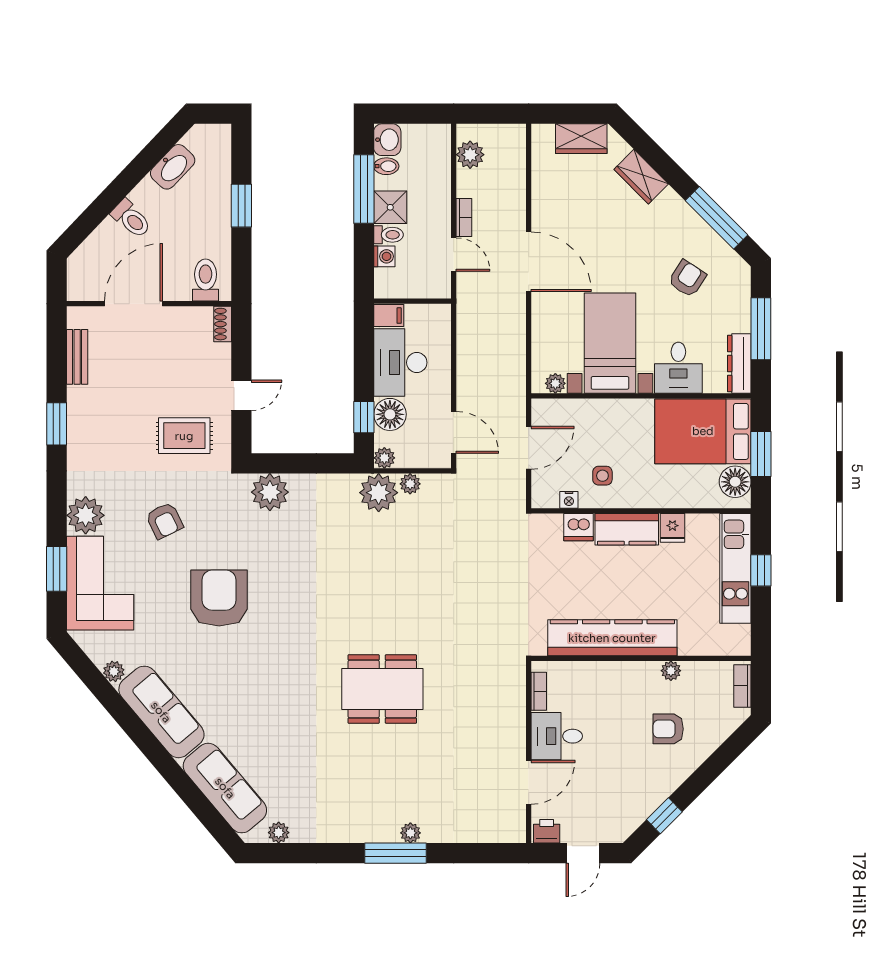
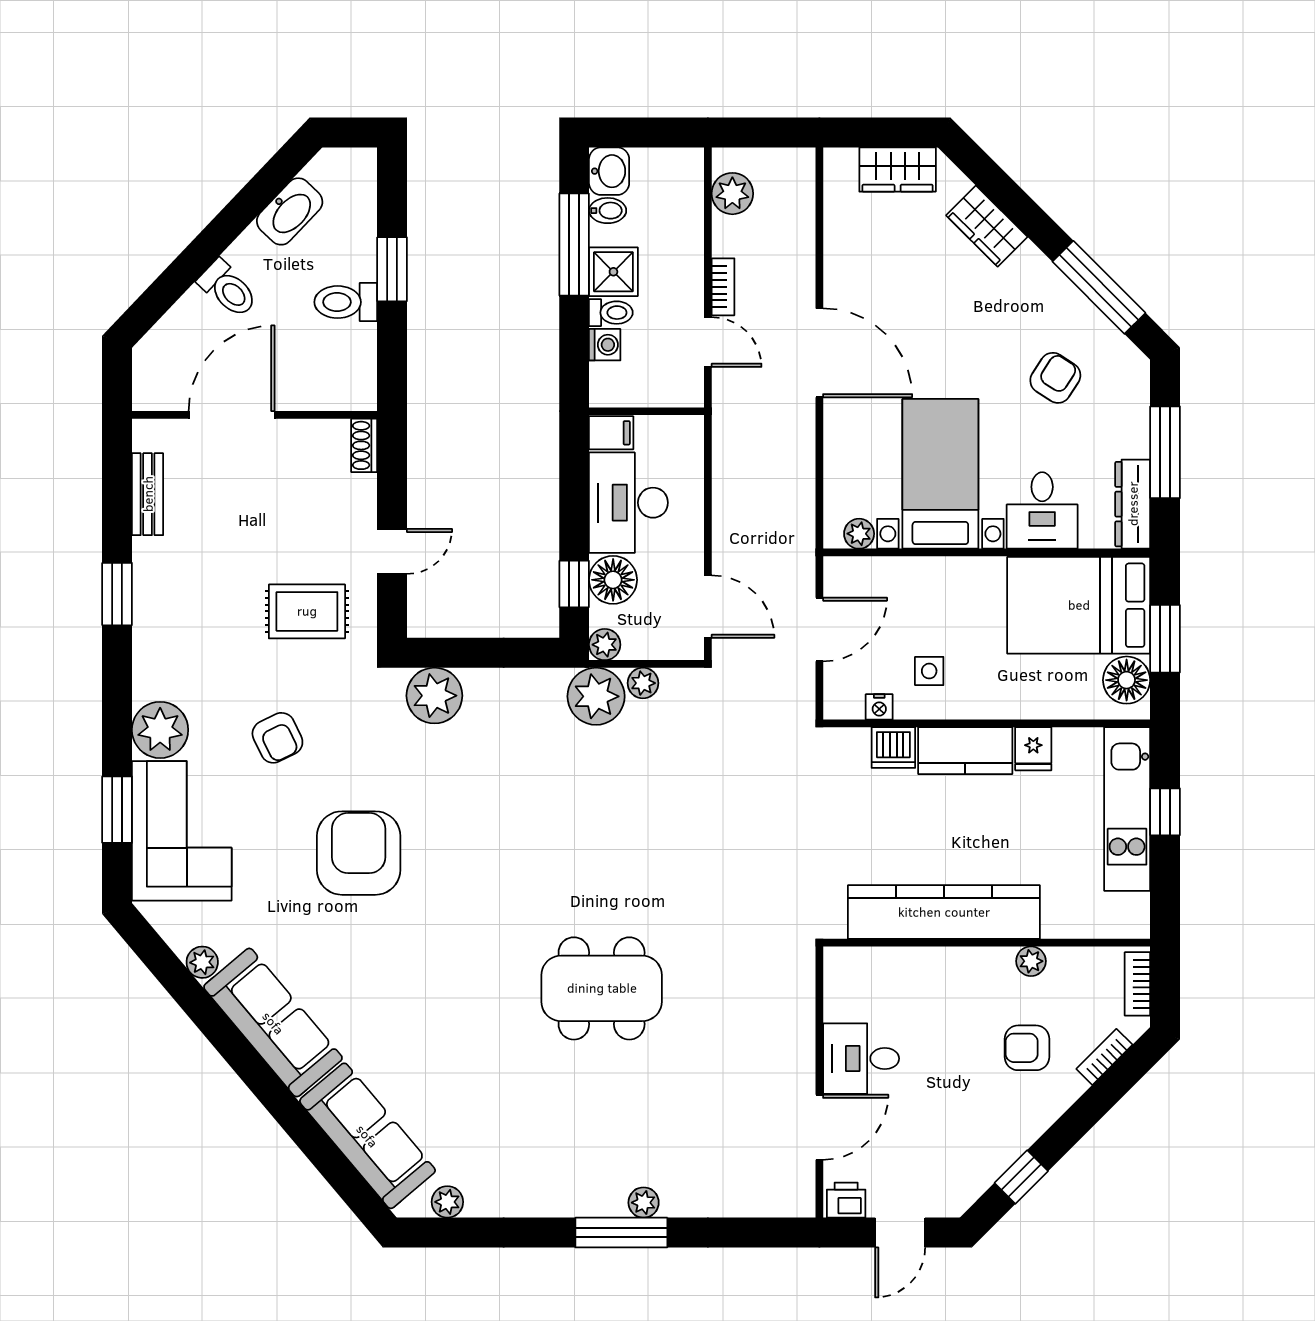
toilet: (206, 280) -> (346, 302), moved, turned -90
bookcase: (539, 691) -> (1104, 1057), moved, turned -135

